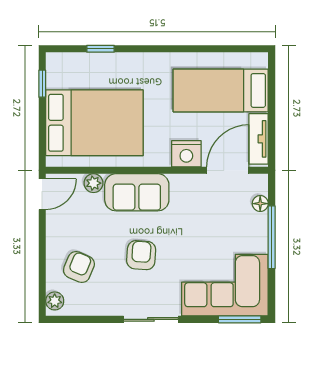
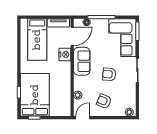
bed: (94, 123) -> (35, 95), moved
door: (228, 170) -> (72, 36), swing flipped
sofa: (137, 192) -> (82, 61), moved
door: (42, 194) -> (83, 118), hinge flipped
armchair: (79, 267) -> (104, 101), moved

